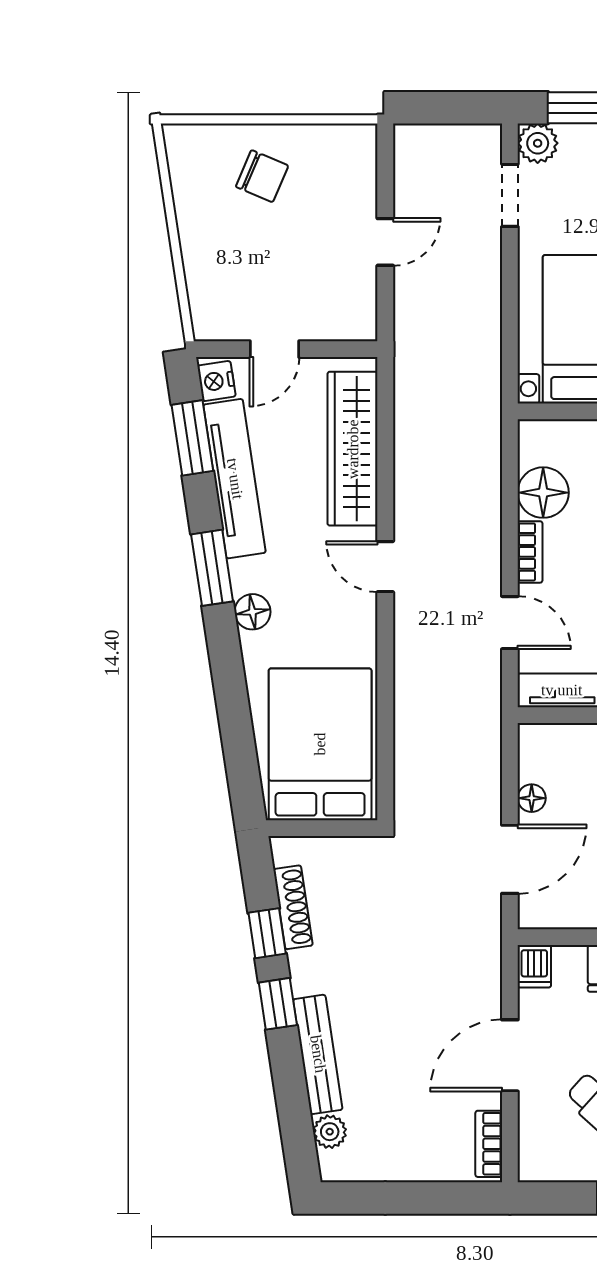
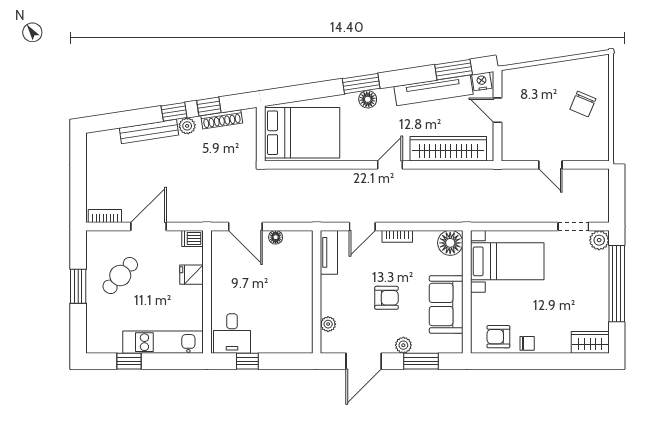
floor lamp: (543, 493) -> (450, 243), moved
window: (212, 568) -> (361, 84), moved
door: (510, 1055) -> (149, 226), hinge flipped
plant: (330, 1132) -> (187, 126), moved

